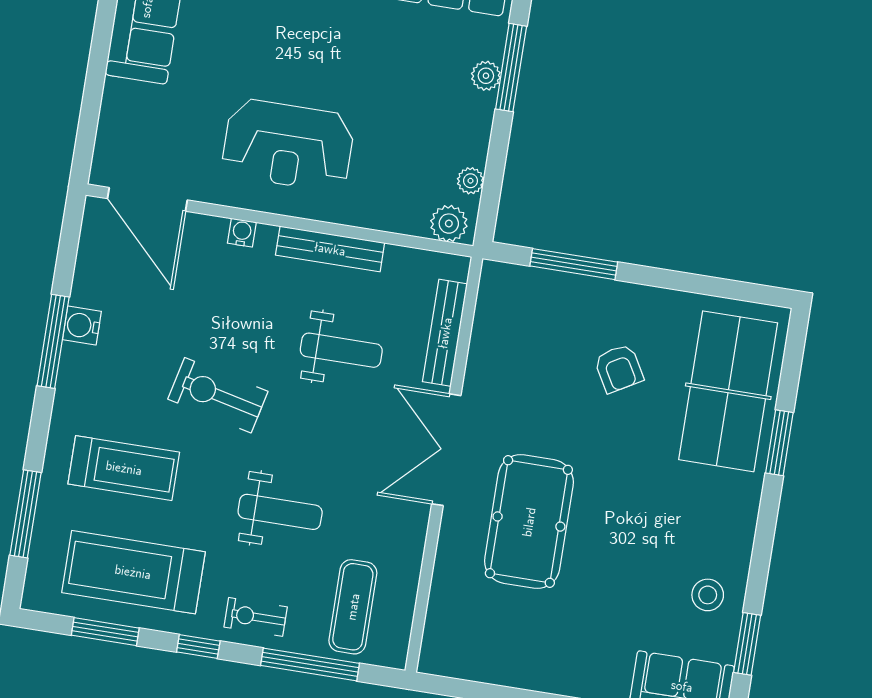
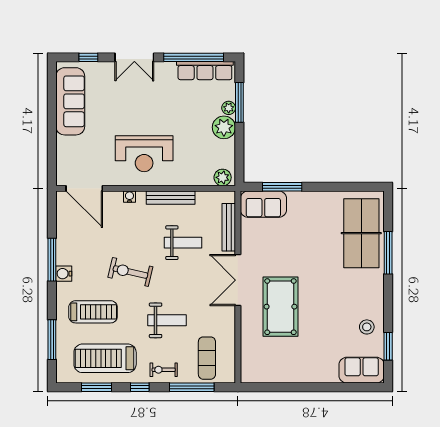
plant: (470, 181) -> (224, 127), moved, width x1.88, depth x1.88
sofa: (527, 295) -> (263, 204), added
water cooler: (82, 325) -> (64, 274), moved
armchair: (619, 368) -> (310, 231), removed
window: (779, 443) -> (388, 253), width x1.44

